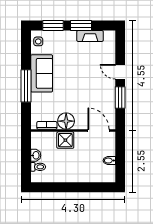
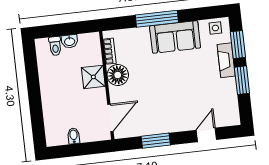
fireplace: (90, 36) -> (226, 60), moved
door: (120, 72) -> (206, 135), moved

